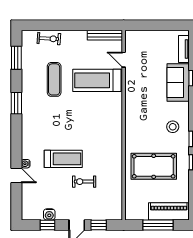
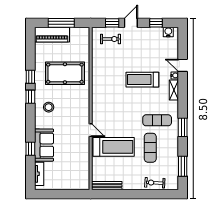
door: (124, 60) -> (91, 130), moved
exercise mat: (46, 111) -> (157, 120), added
shelving: (27, 147) -> (174, 90), added
exercise bike: (84, 182) -> (111, 39), moved
water cooler: (49, 214) -> (168, 32), moved

